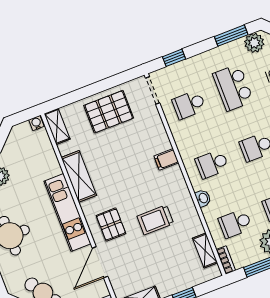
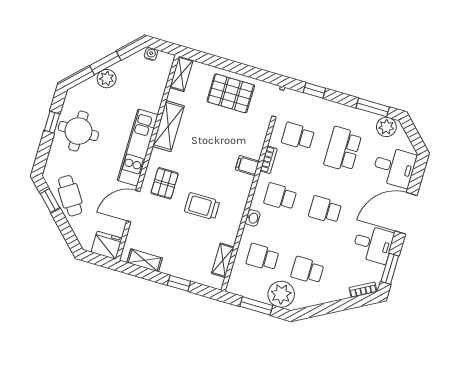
water cooler: (36, 123) -> (151, 54), moved
bookcase: (226, 260) -> (269, 160), moved

